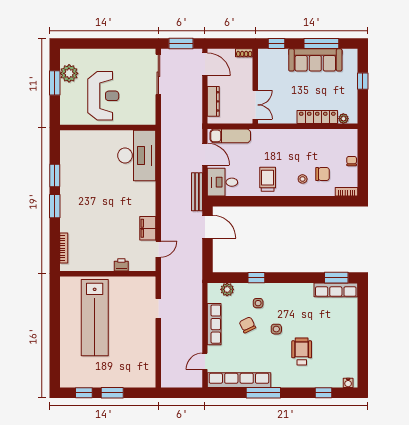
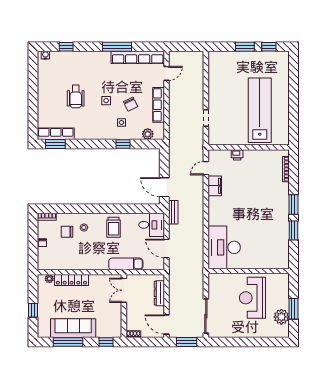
exam couch: (230, 136) -> (126, 264), moved
bench: (197, 192) -> (173, 212), width x0.73
wheelchair: (302, 352) -> (76, 96), moved

